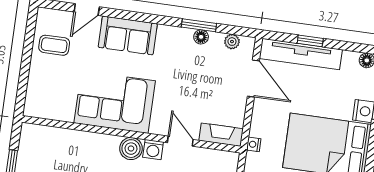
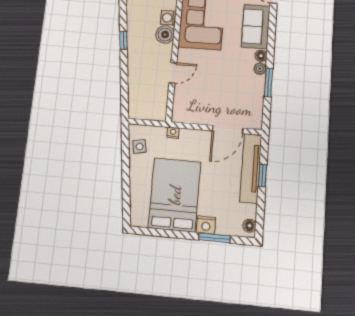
floor lamp: (201, 37) -> (261, 56), moved
plant: (232, 42) -> (260, 69), moved
fireplace: (221, 135) -> (180, 105), removed
washing machine: (153, 150) -> (168, 18), moved

